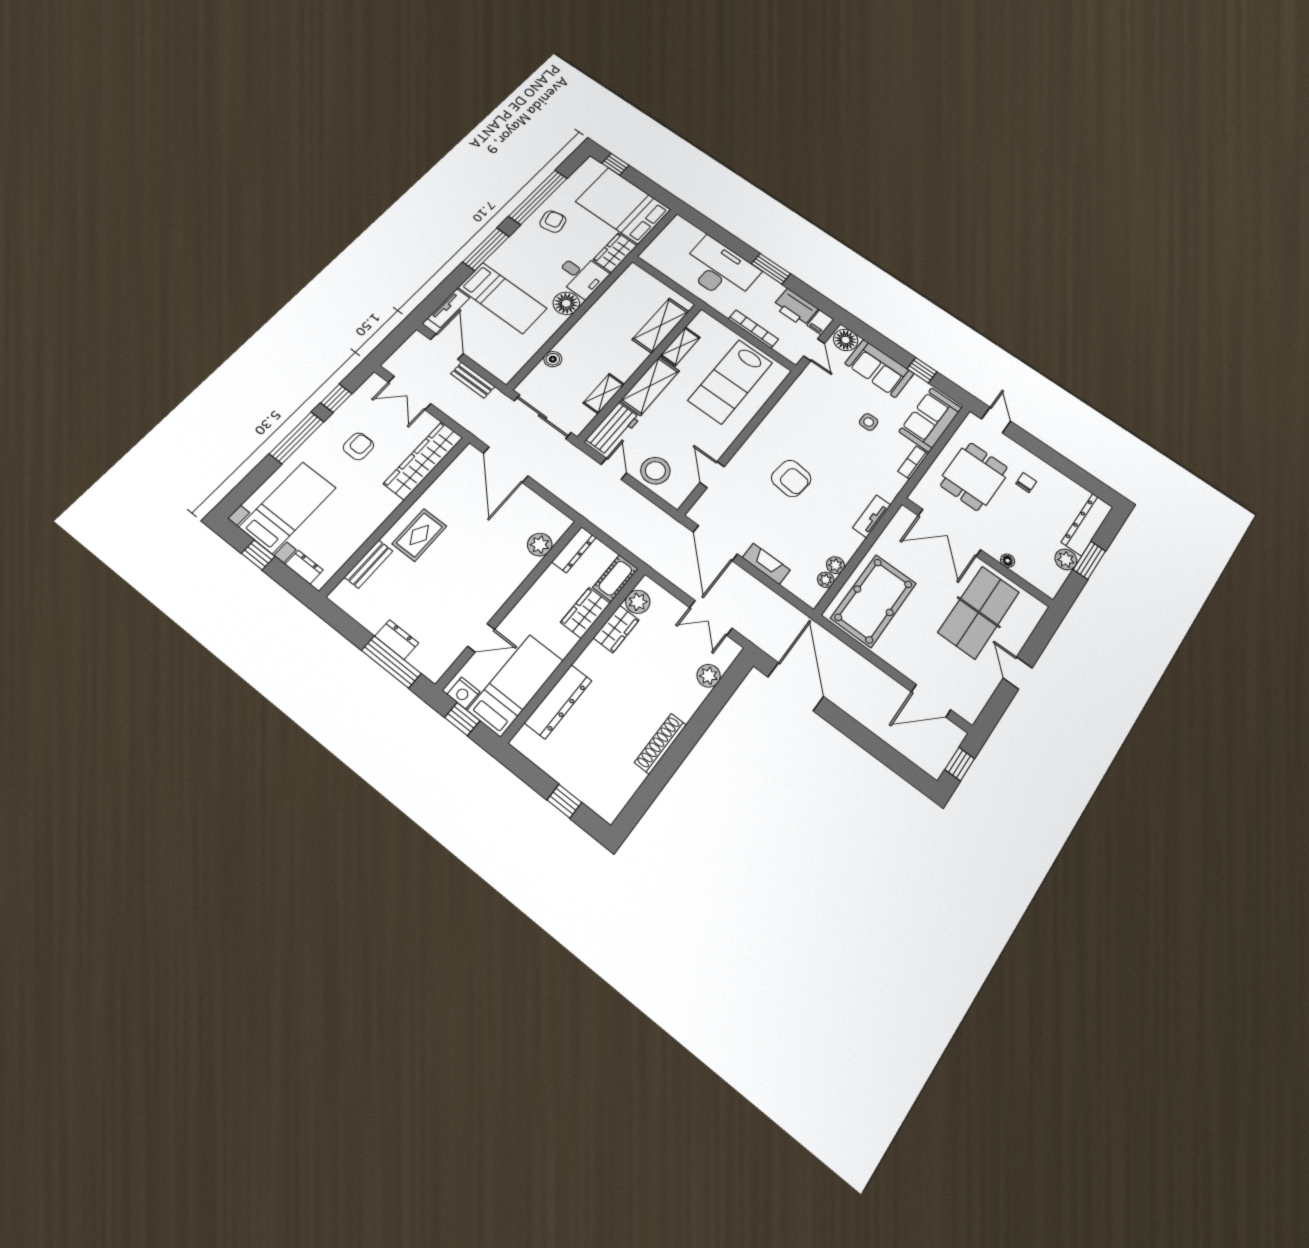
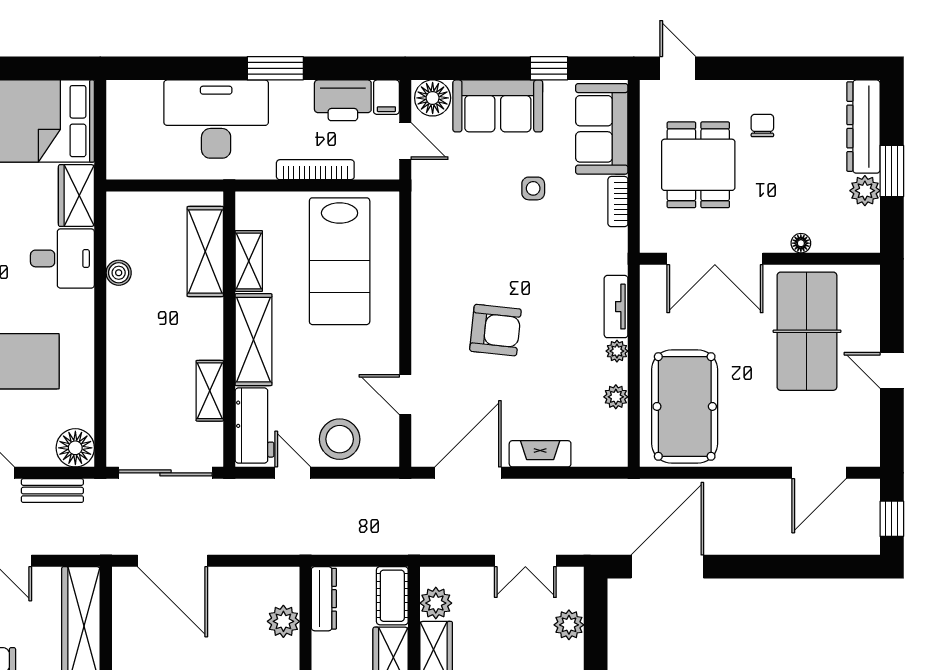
floor lamp: (566, 303) -> (75, 448), moved
boiler: (553, 359) -> (119, 273), moved
door: (715, 543) -> (468, 473), swing flipped
plant: (826, 580) -> (617, 351), moved
door: (796, 687) -> (667, 567), hinge flipped

